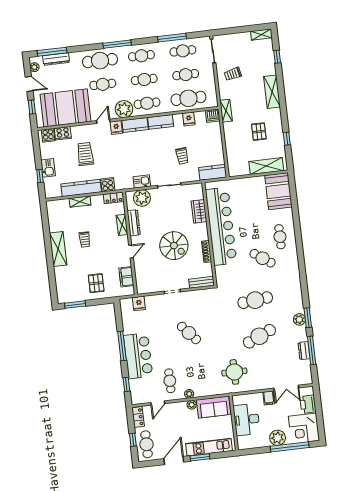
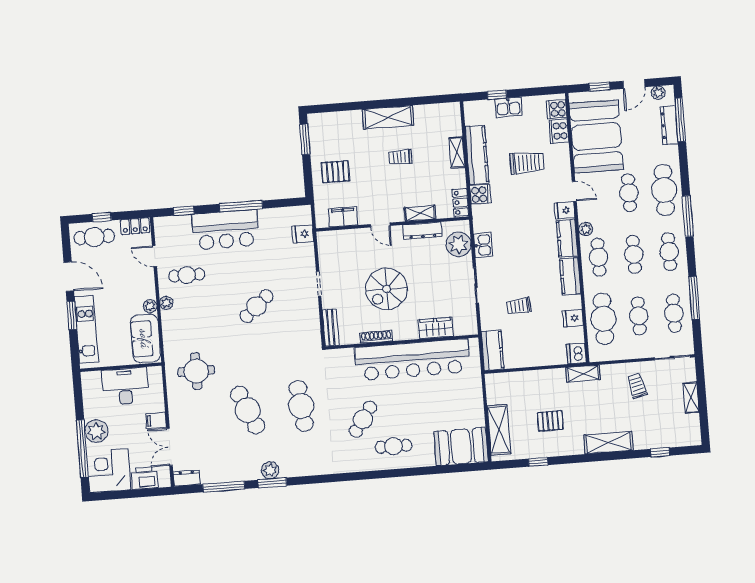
shelving: (261, 35) -> (691, 398), moved
plant: (124, 109) -> (586, 229), width x0.53, depth x0.53
dresser: (304, 351) -> (187, 478), moved

